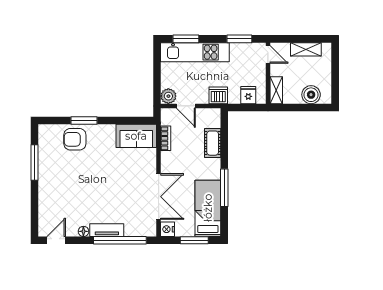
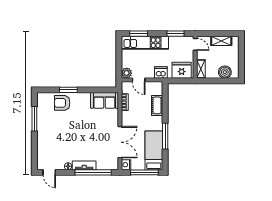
fridge: (248, 95) -> (182, 70), width x1.88, depth x1.34
door: (56, 240) -> (49, 172), swing flipped
window: (194, 240) -> (144, 172), width x1.44

